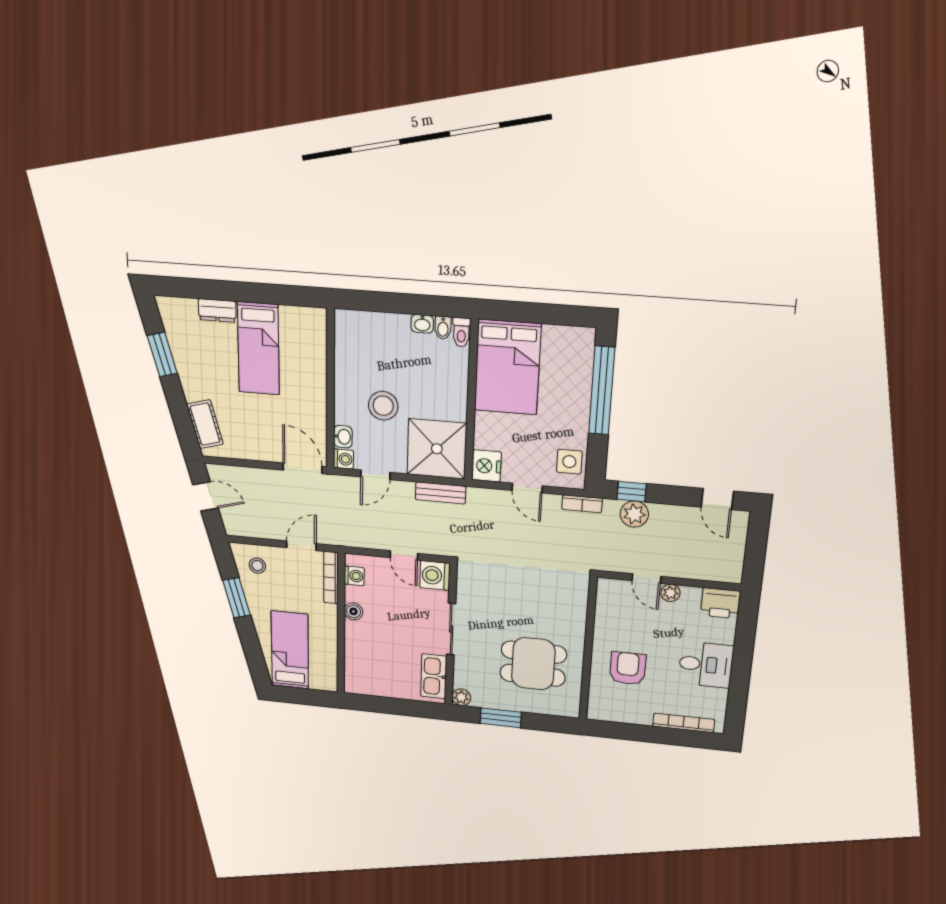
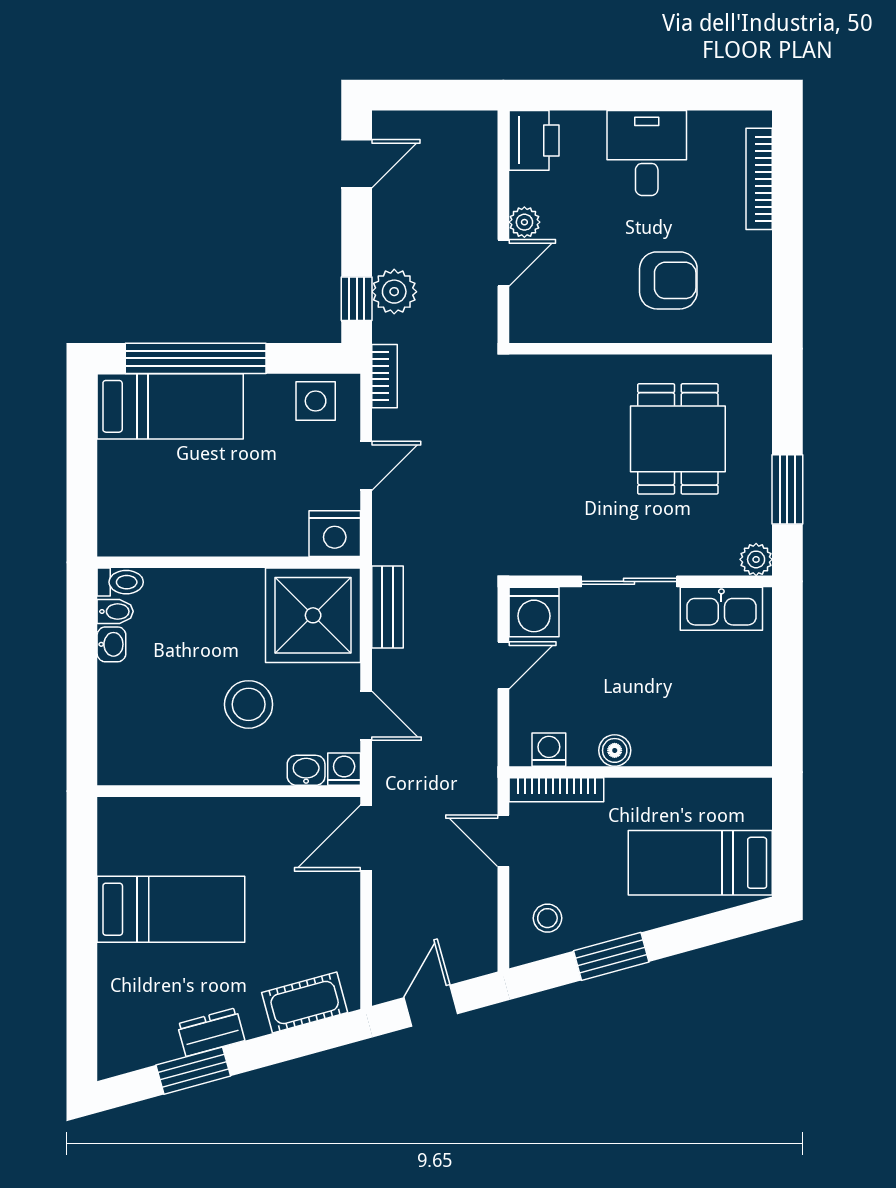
dresser: (217, 310) -> (211, 1032), moved, turned -105
bed: (508, 367) -> (170, 406), moved, width x0.67
armchair: (628, 668) -> (668, 280), turned 180

